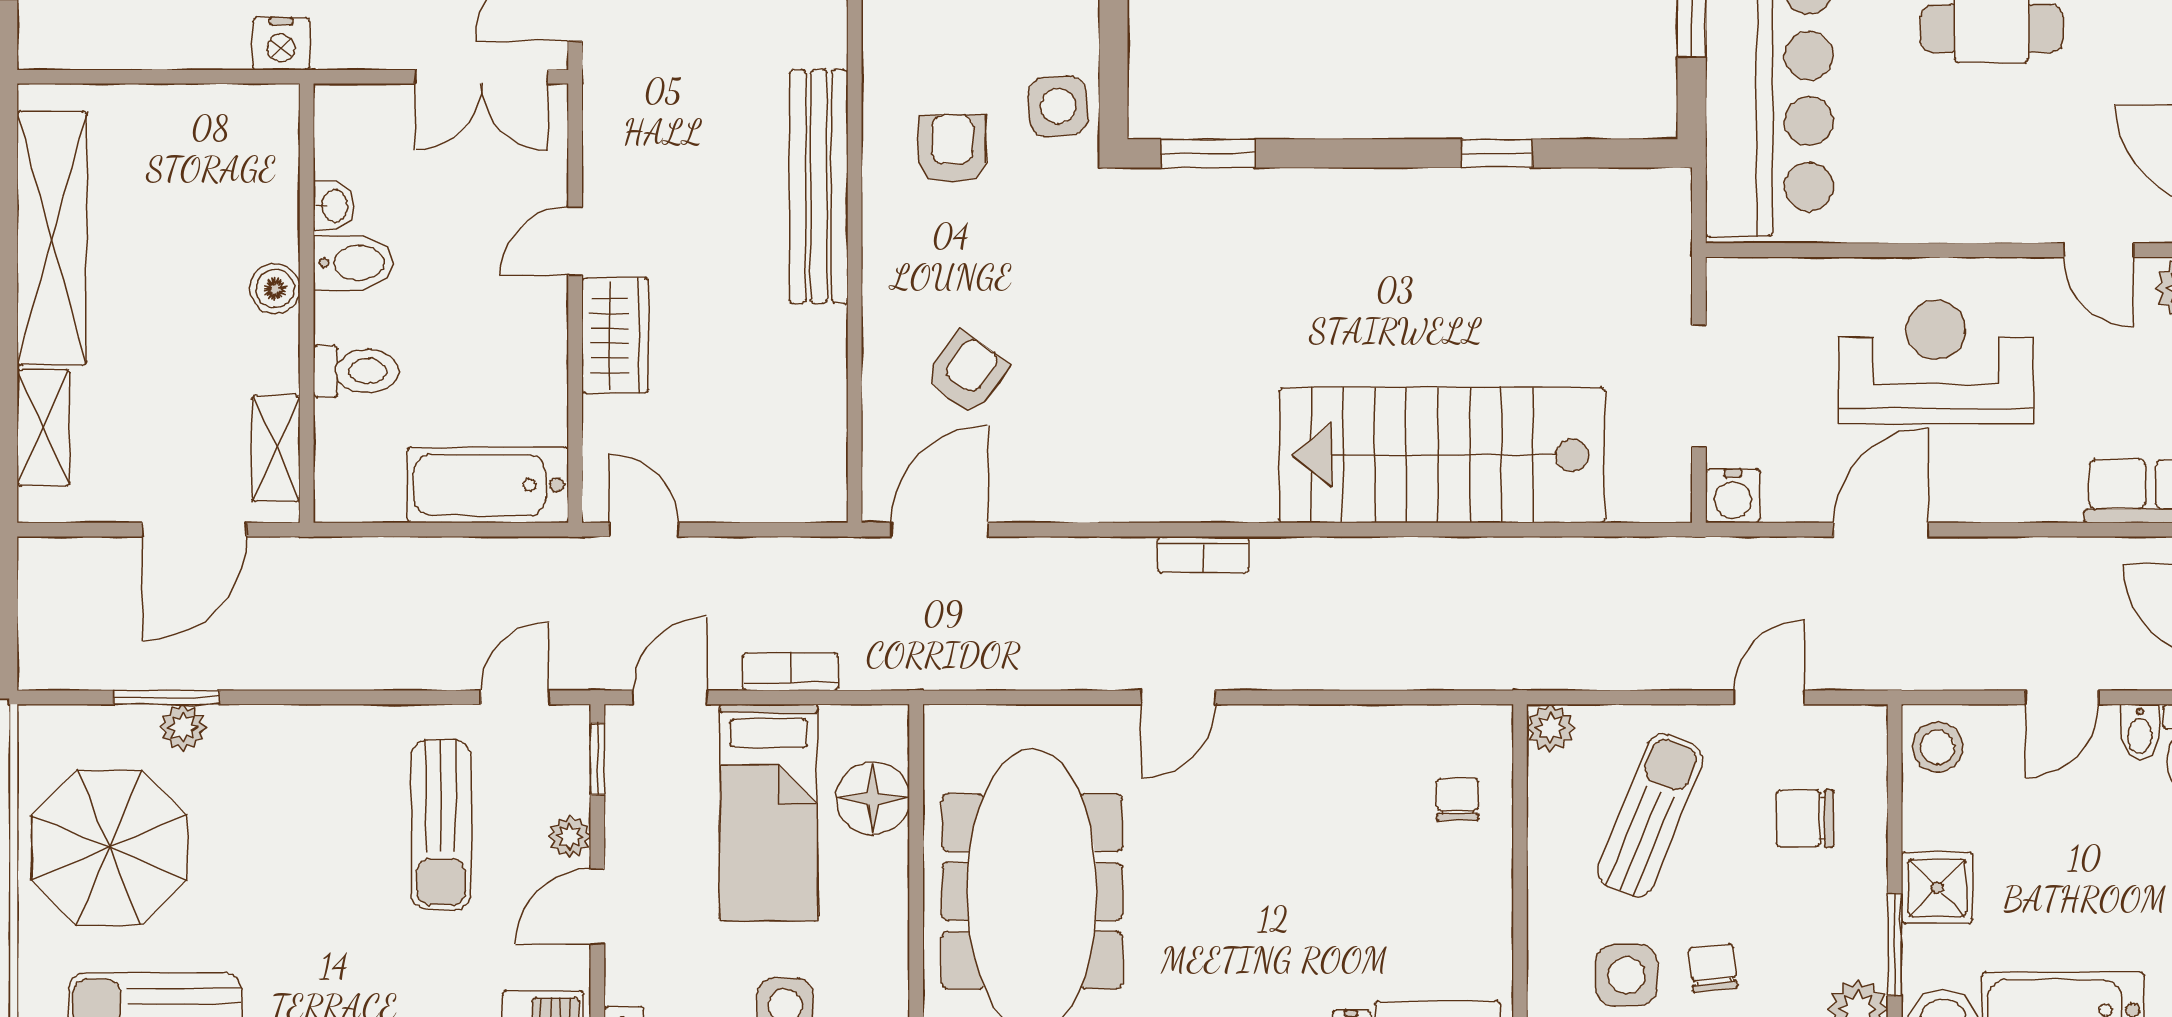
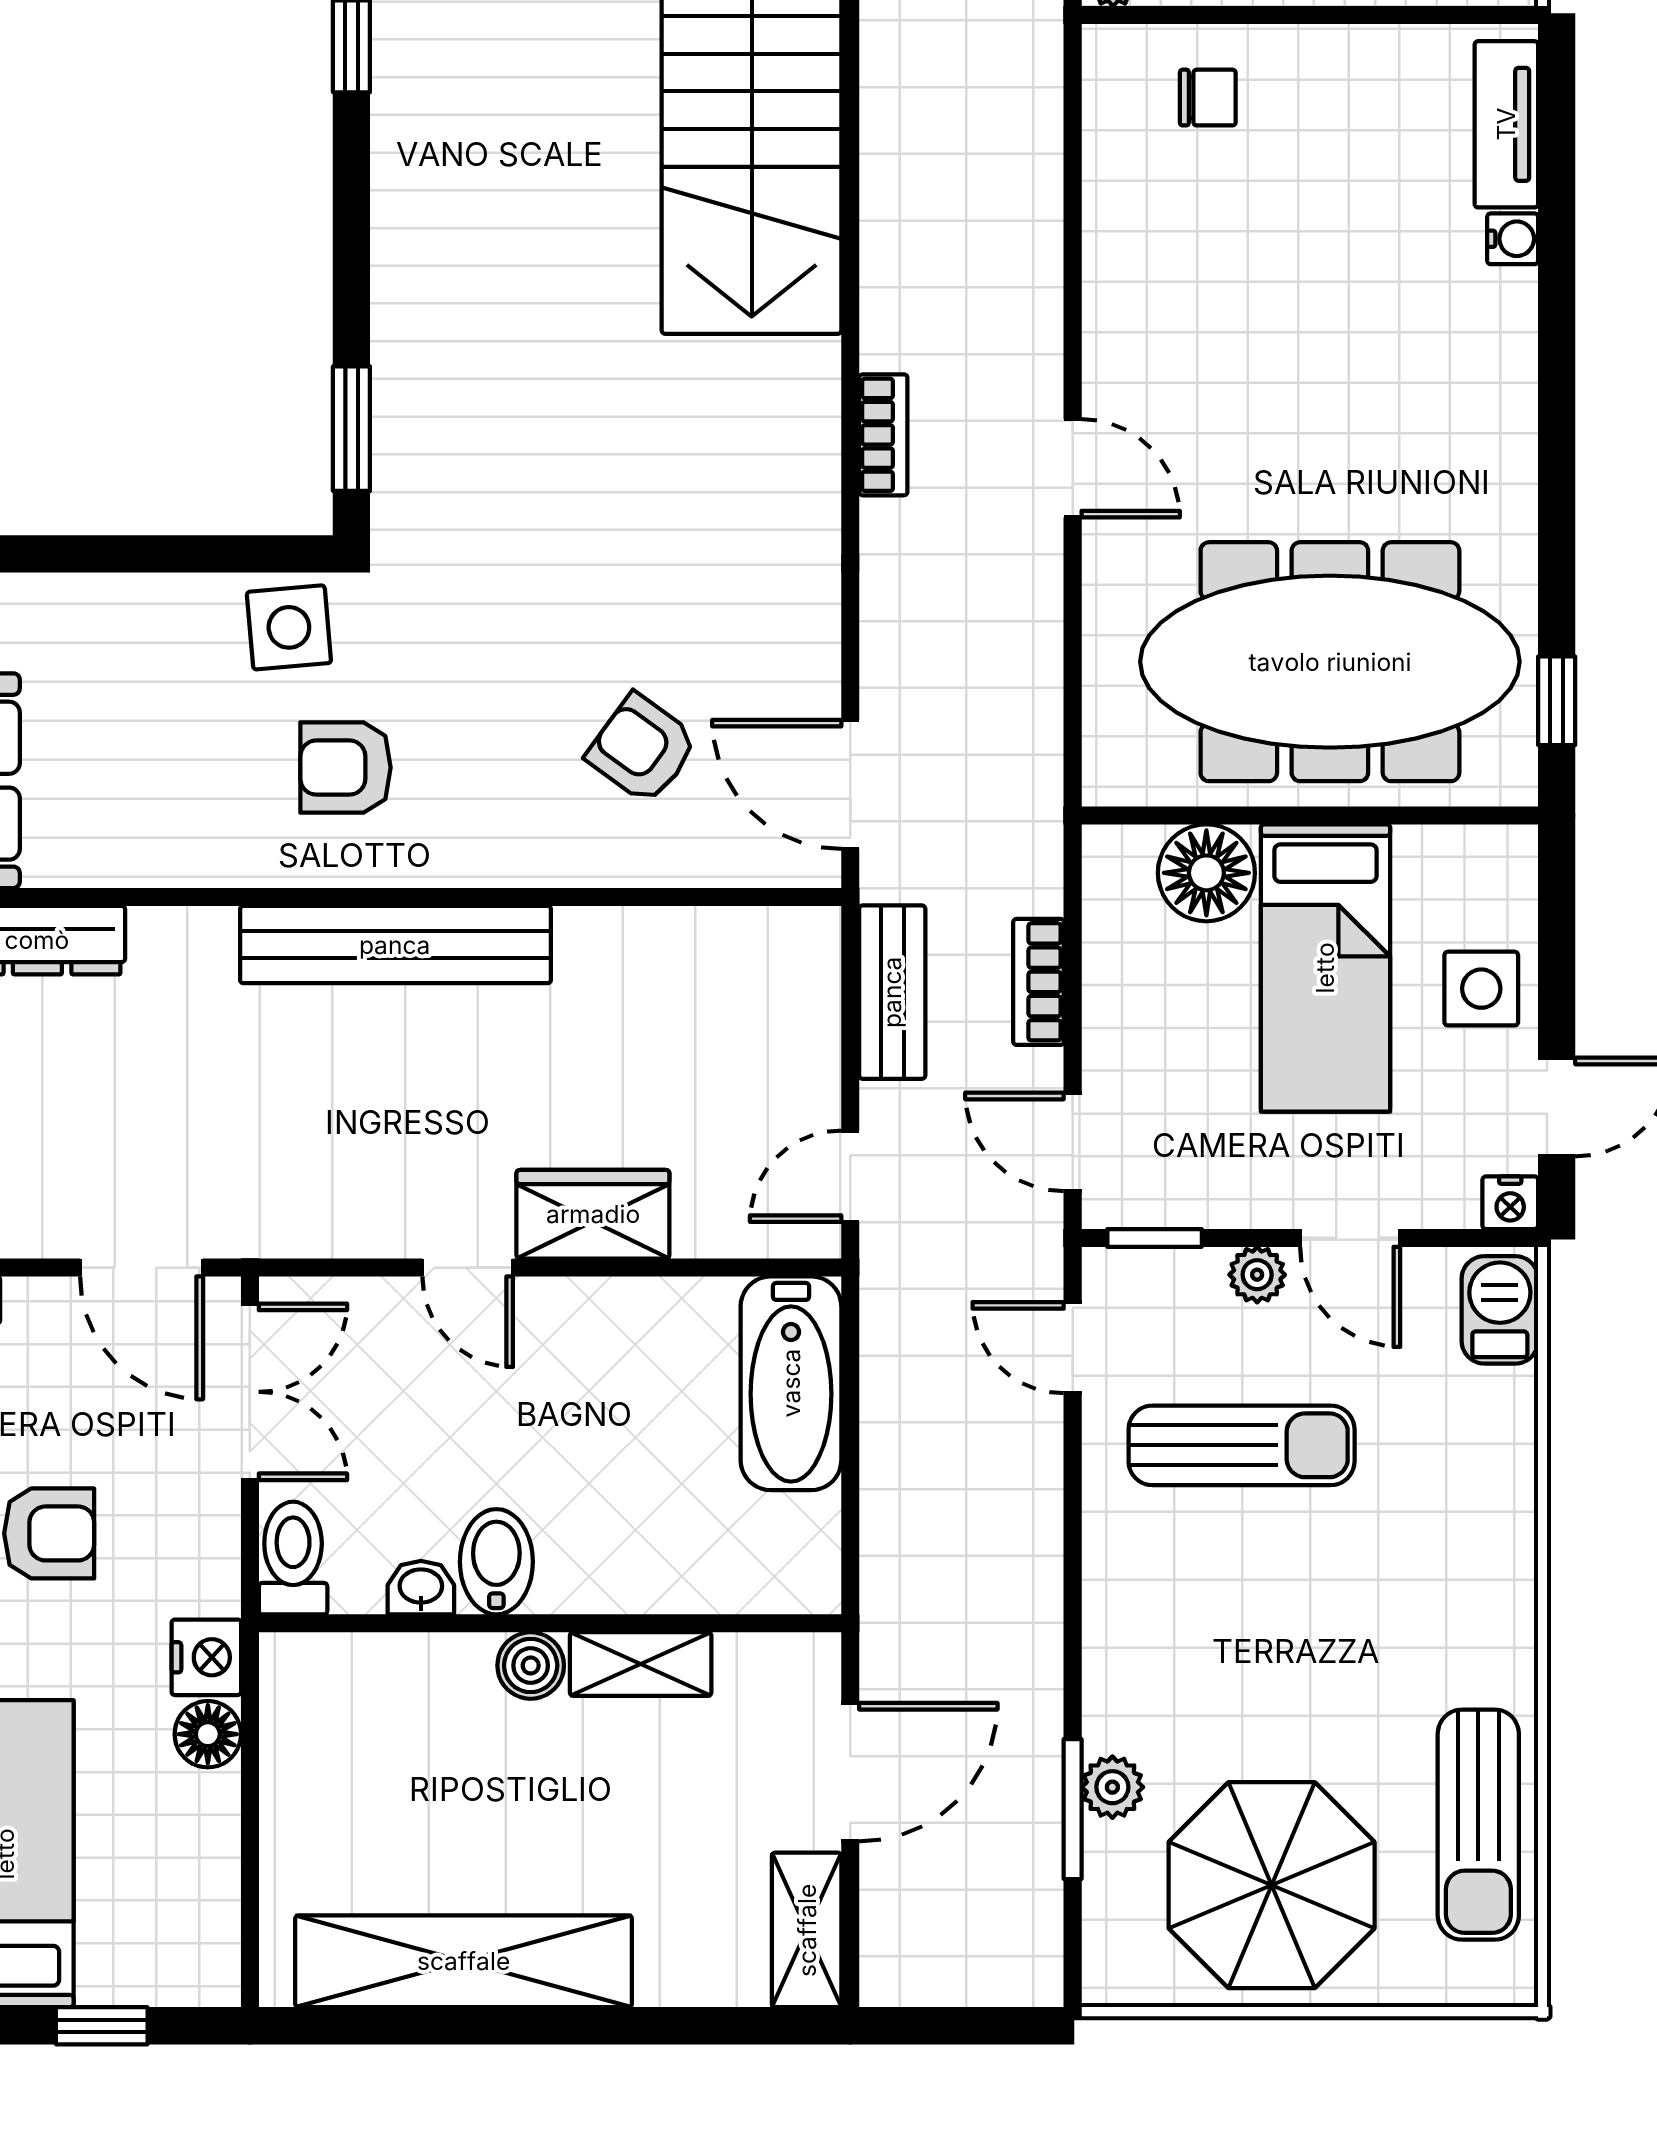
floor lamp: (223, 45) -> (208, 1734), added
toilet: (356, 371) -> (293, 1558), moved
shelving: (43, 428) -> (807, 1930), moved, turned 90
shelving: (276, 449) -> (641, 1664), moved
door: (194, 530) -> (850, 1772), hinge flipped
bench: (783, 561) -> (892, 992), added
chair: (1458, 799) -> (1208, 98), turned 180
bed: (769, 812) -> (1325, 968), moved, turned 90

